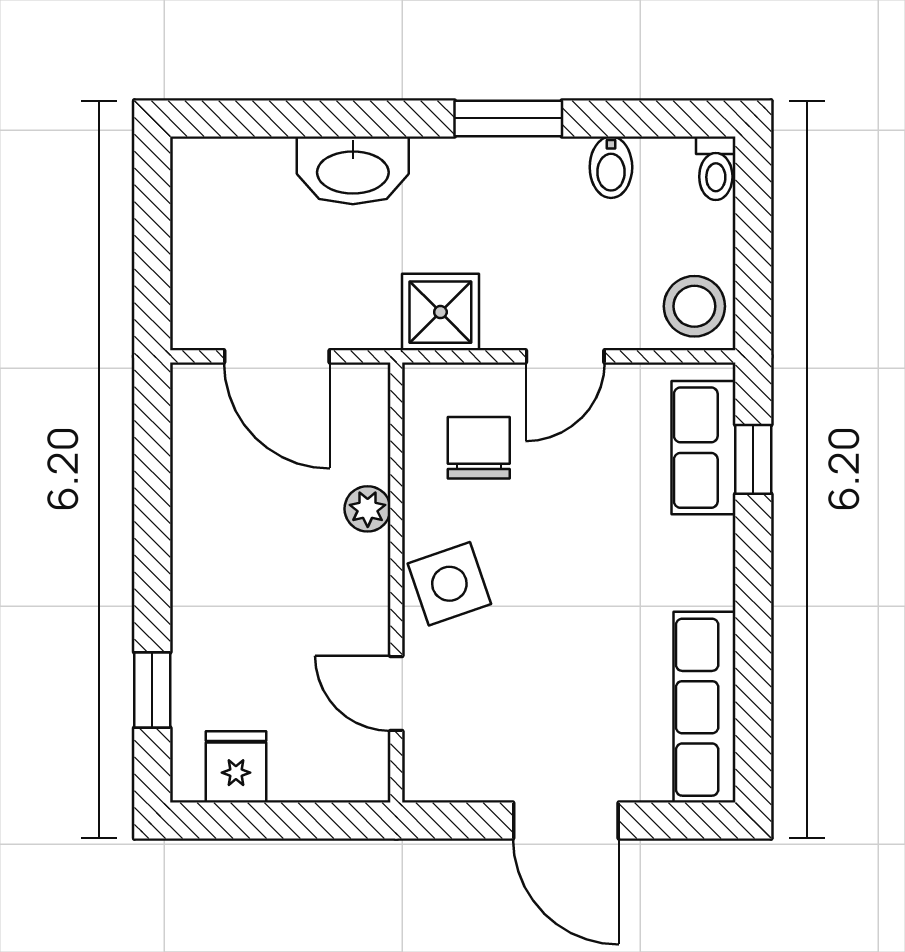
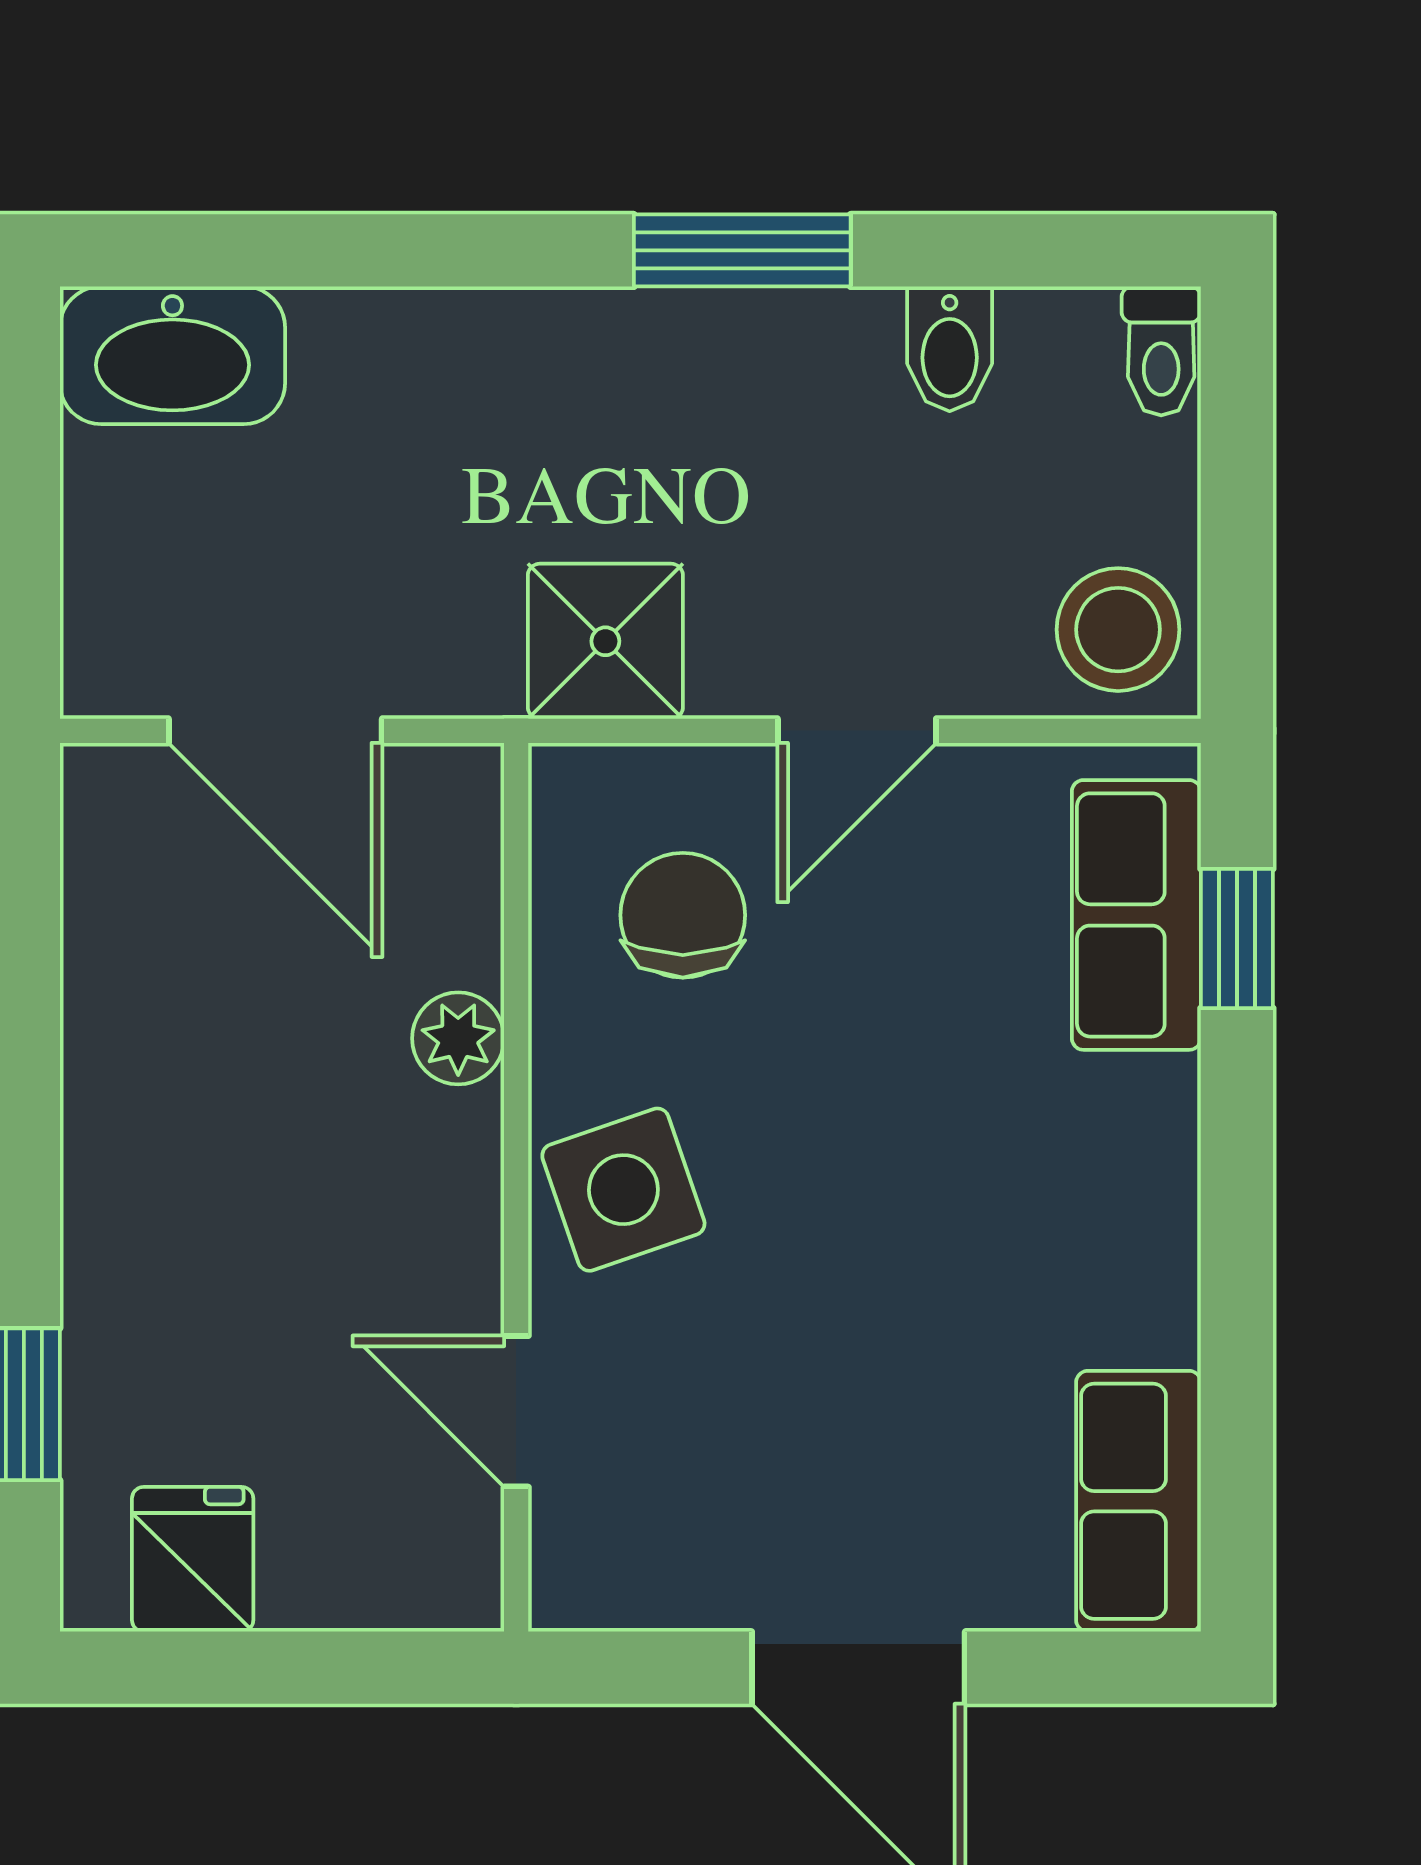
washbasin: (353, 170) -> (172, 355), moved
row of seats: (705, 707) -> (1138, 1501), width x0.68

